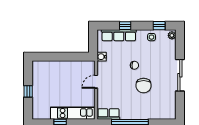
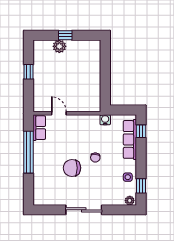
window: (125, 26) -> (141, 131), moved
door: (96, 82) -> (59, 113), moved
plant: (38, 96) -> (59, 46), added
kitchen unit: (73, 113) -> (40, 86), removed

